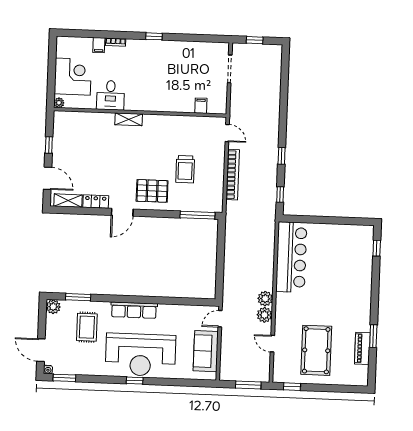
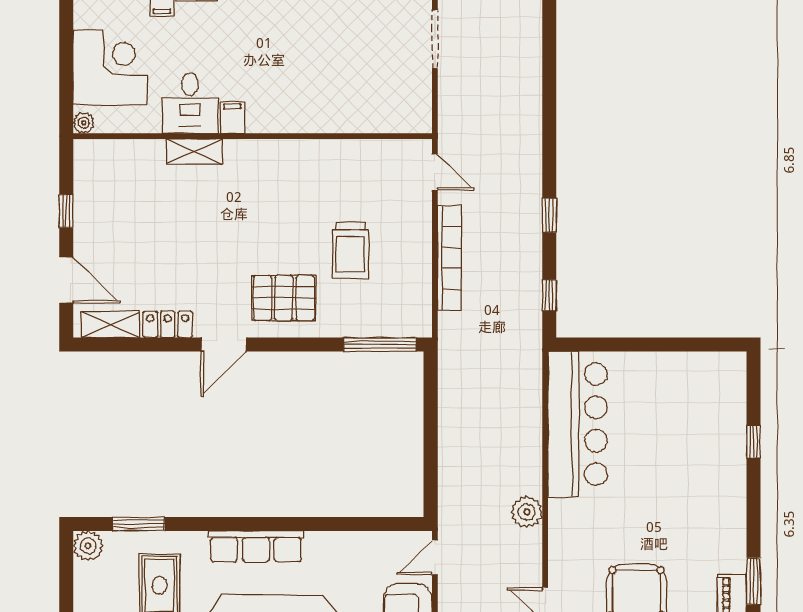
filing cabinet: (201, 106) -> (232, 117), moved
shelving: (129, 119) -> (194, 151), moved
window: (377, 248) -> (754, 442), moved
plant: (264, 315) -> (527, 546), removed

